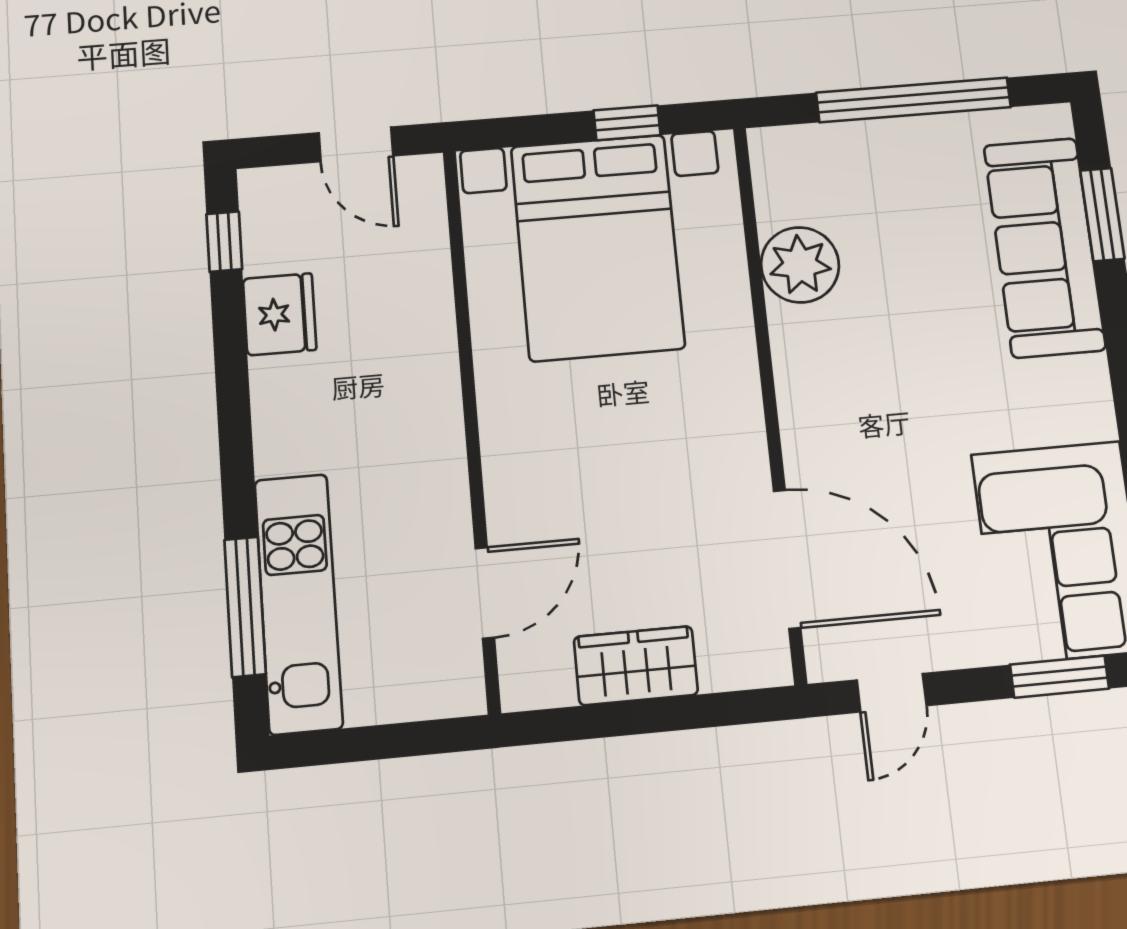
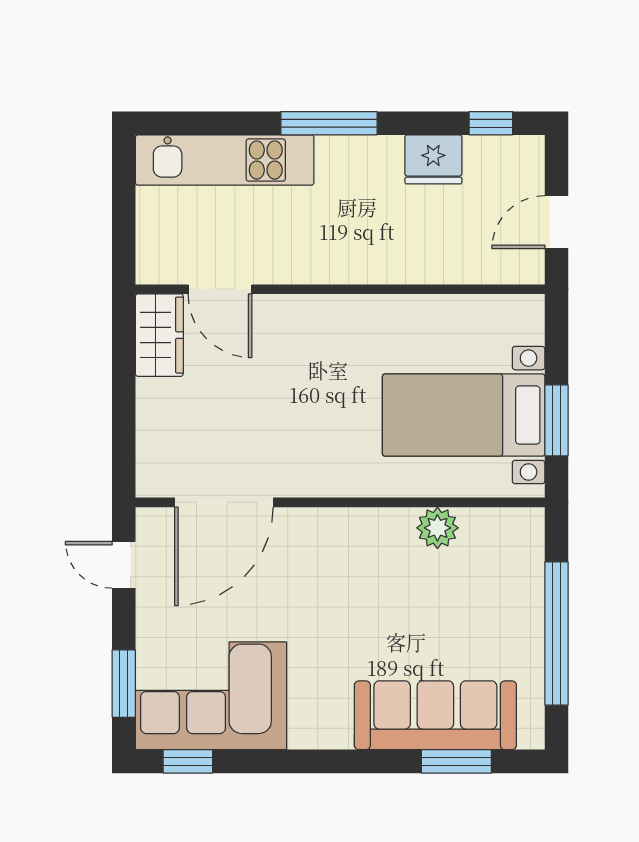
window: (627, 123) -> (556, 420), width x1.50
bed with nightstands: (597, 247) -> (464, 415), width x0.73
plant: (800, 265) -> (437, 528), width x0.73, depth x0.73
window: (245, 607) -> (329, 123), moved
wardrobe: (636, 666) -> (159, 335), moved

